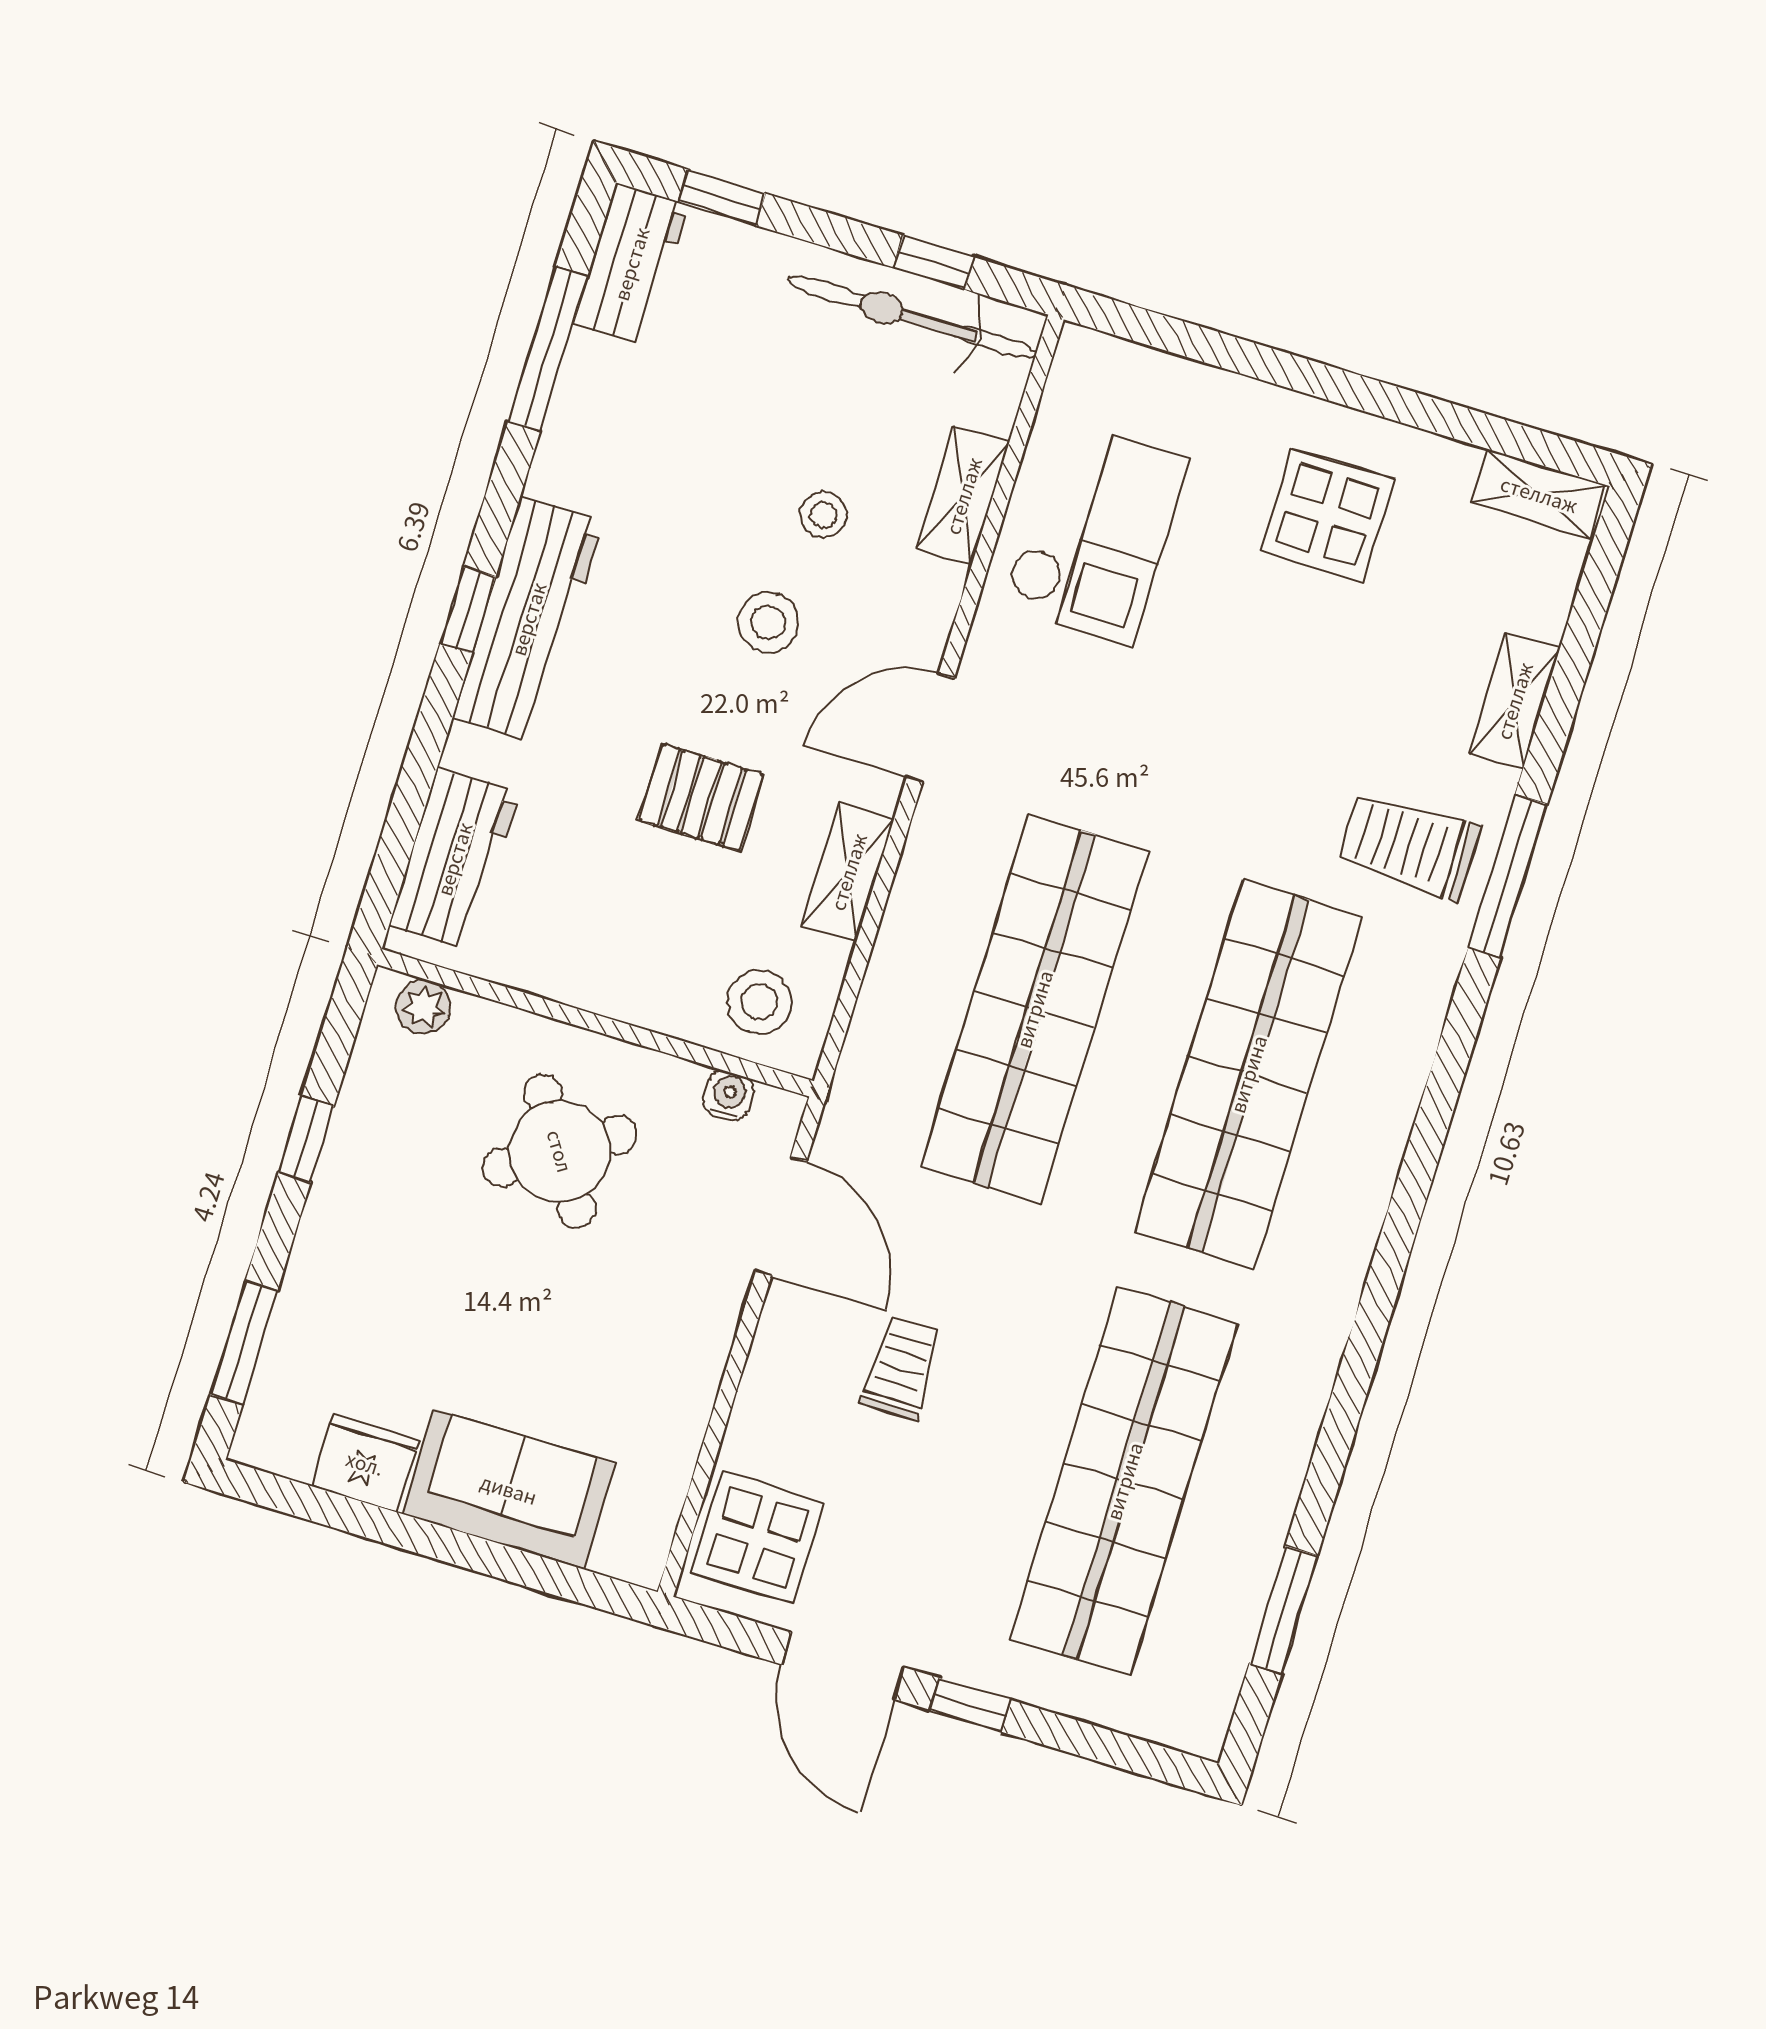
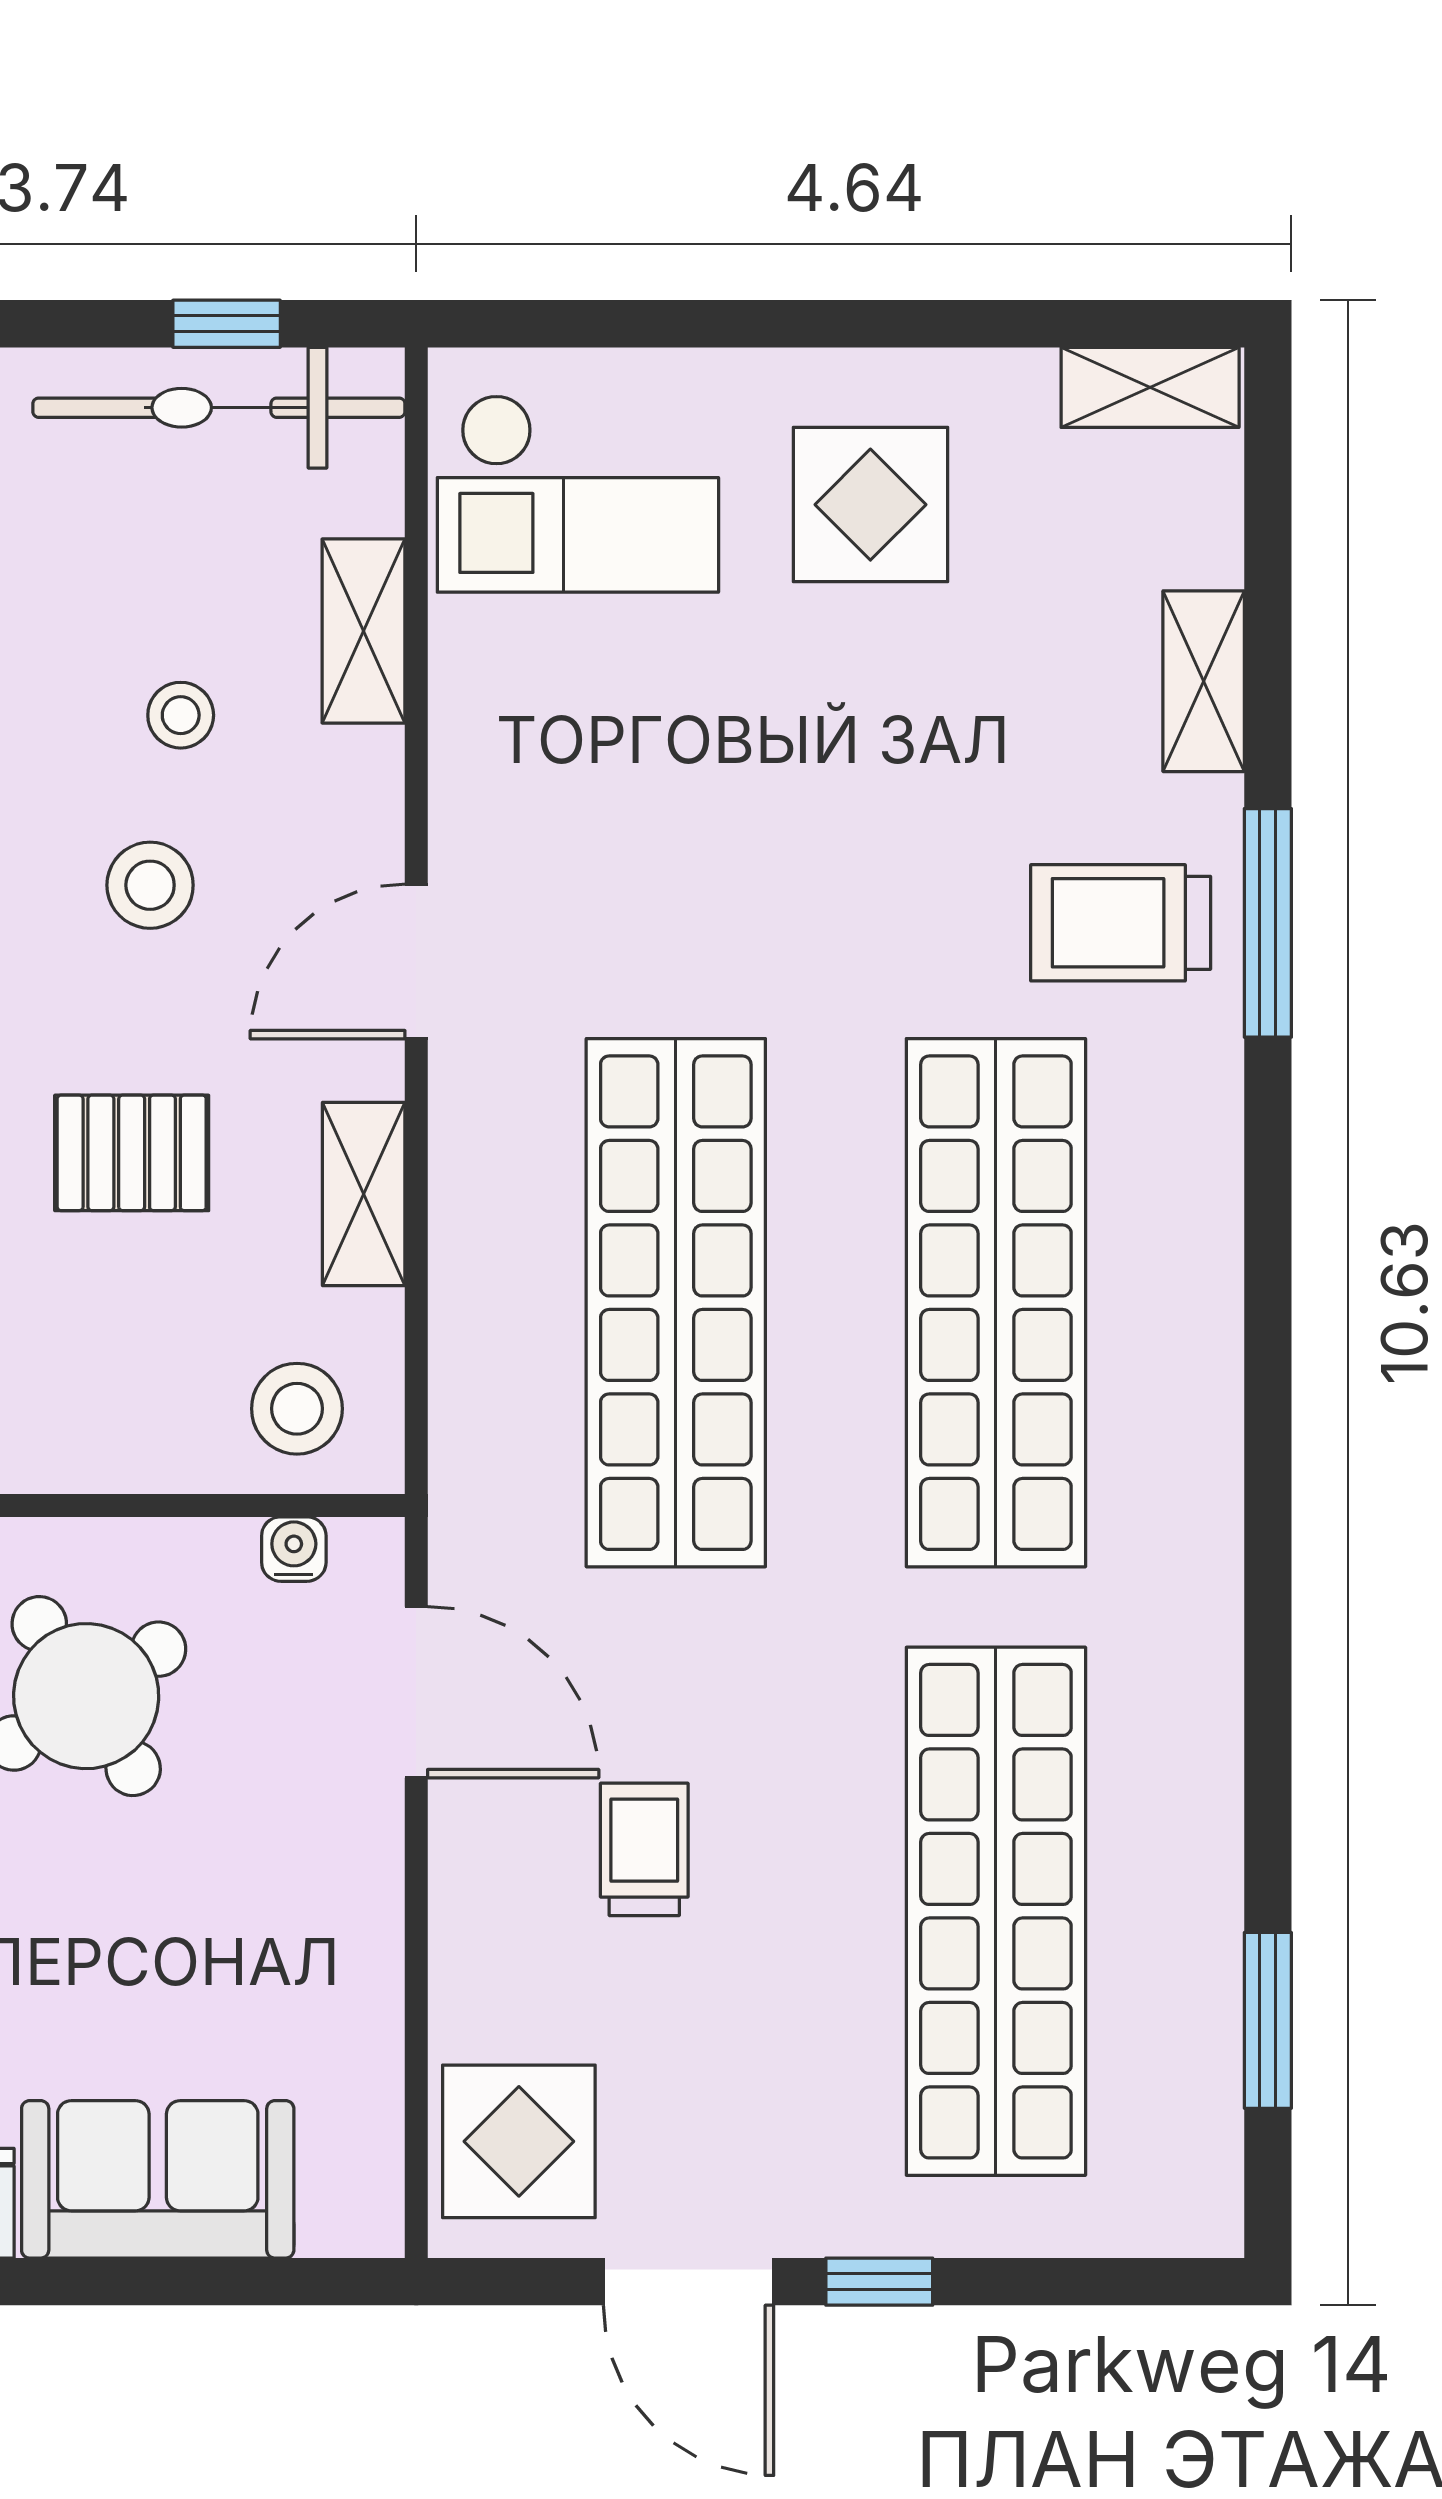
checkout: (1095, 533) -> (578, 493), moved, turned 90

